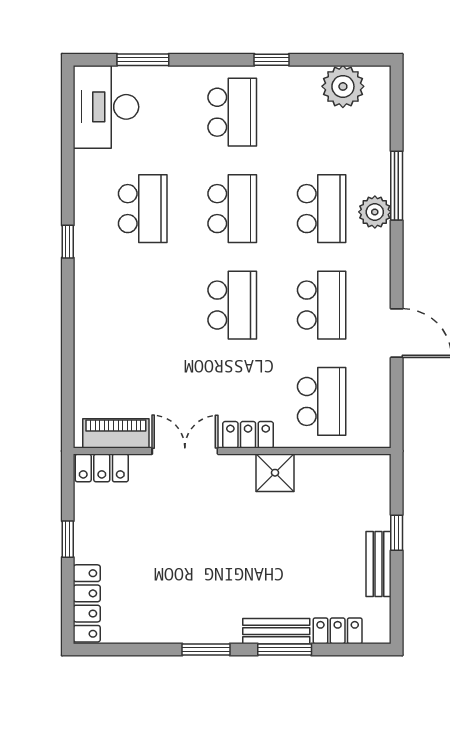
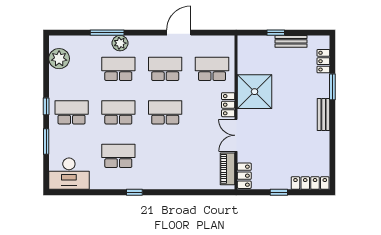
window: (143, 60) -> (46, 141), moved
window: (272, 60) -> (46, 106), moved
shower: (275, 473) -> (255, 92), width x1.86, depth x1.86
bench: (276, 631) -> (324, 115), moved
window: (206, 649) -> (332, 125), removed

